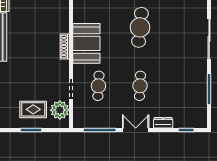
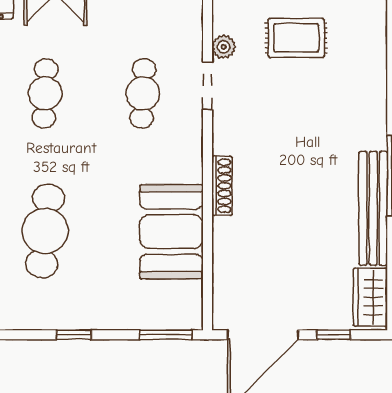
booth: (86, 43) -> (171, 232), moved
plant: (60, 110) -> (224, 47), width x0.53, depth x0.53

